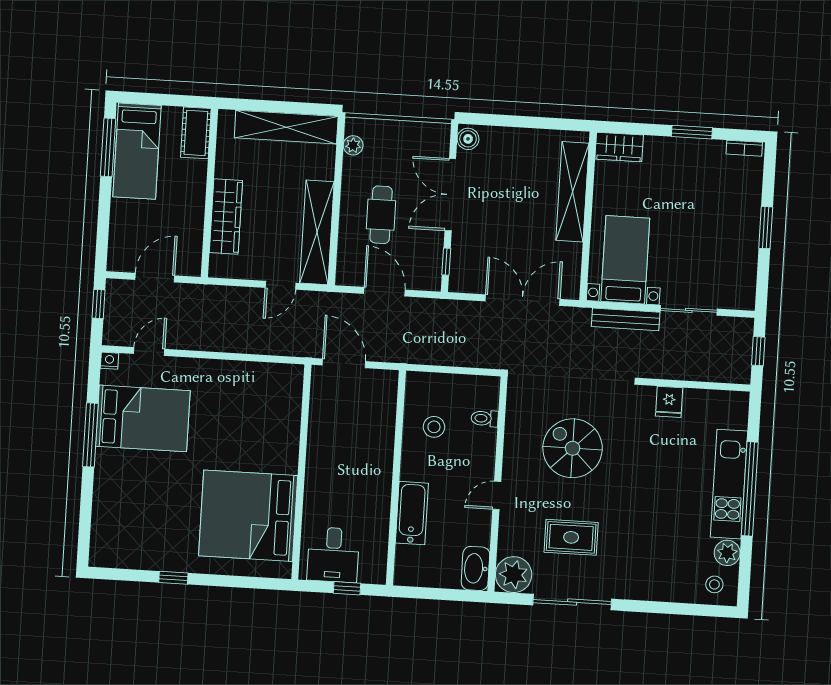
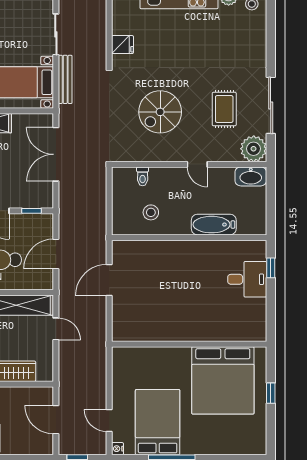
wall: (301, 472) -> (189, 344), moved
bed: (248, 516) -> (223, 380), moved

